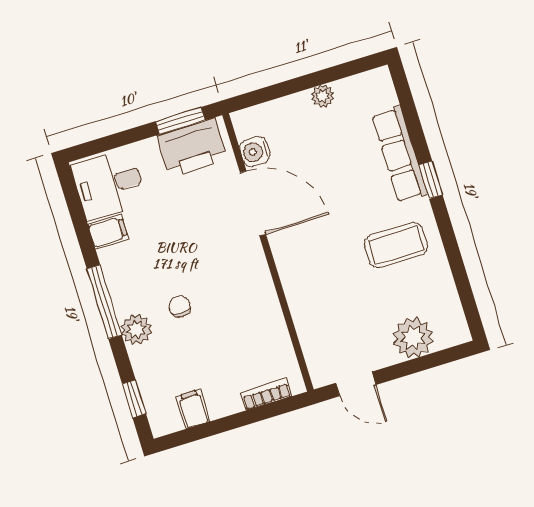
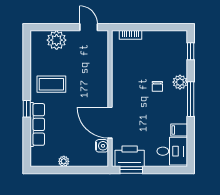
filing cabinet: (193, 409) -> (165, 38), removed

